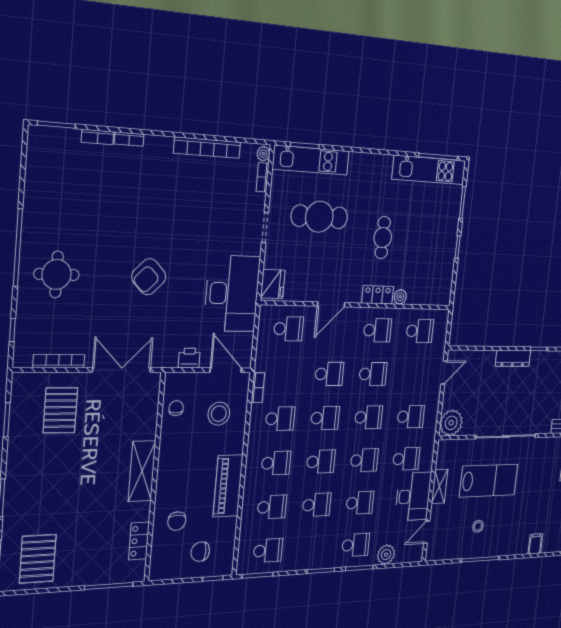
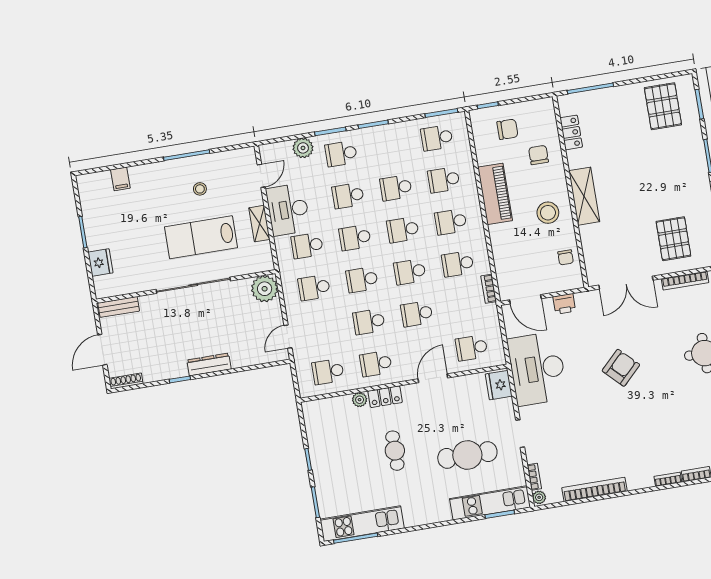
stool: (219, 414) -> (548, 213), moved

